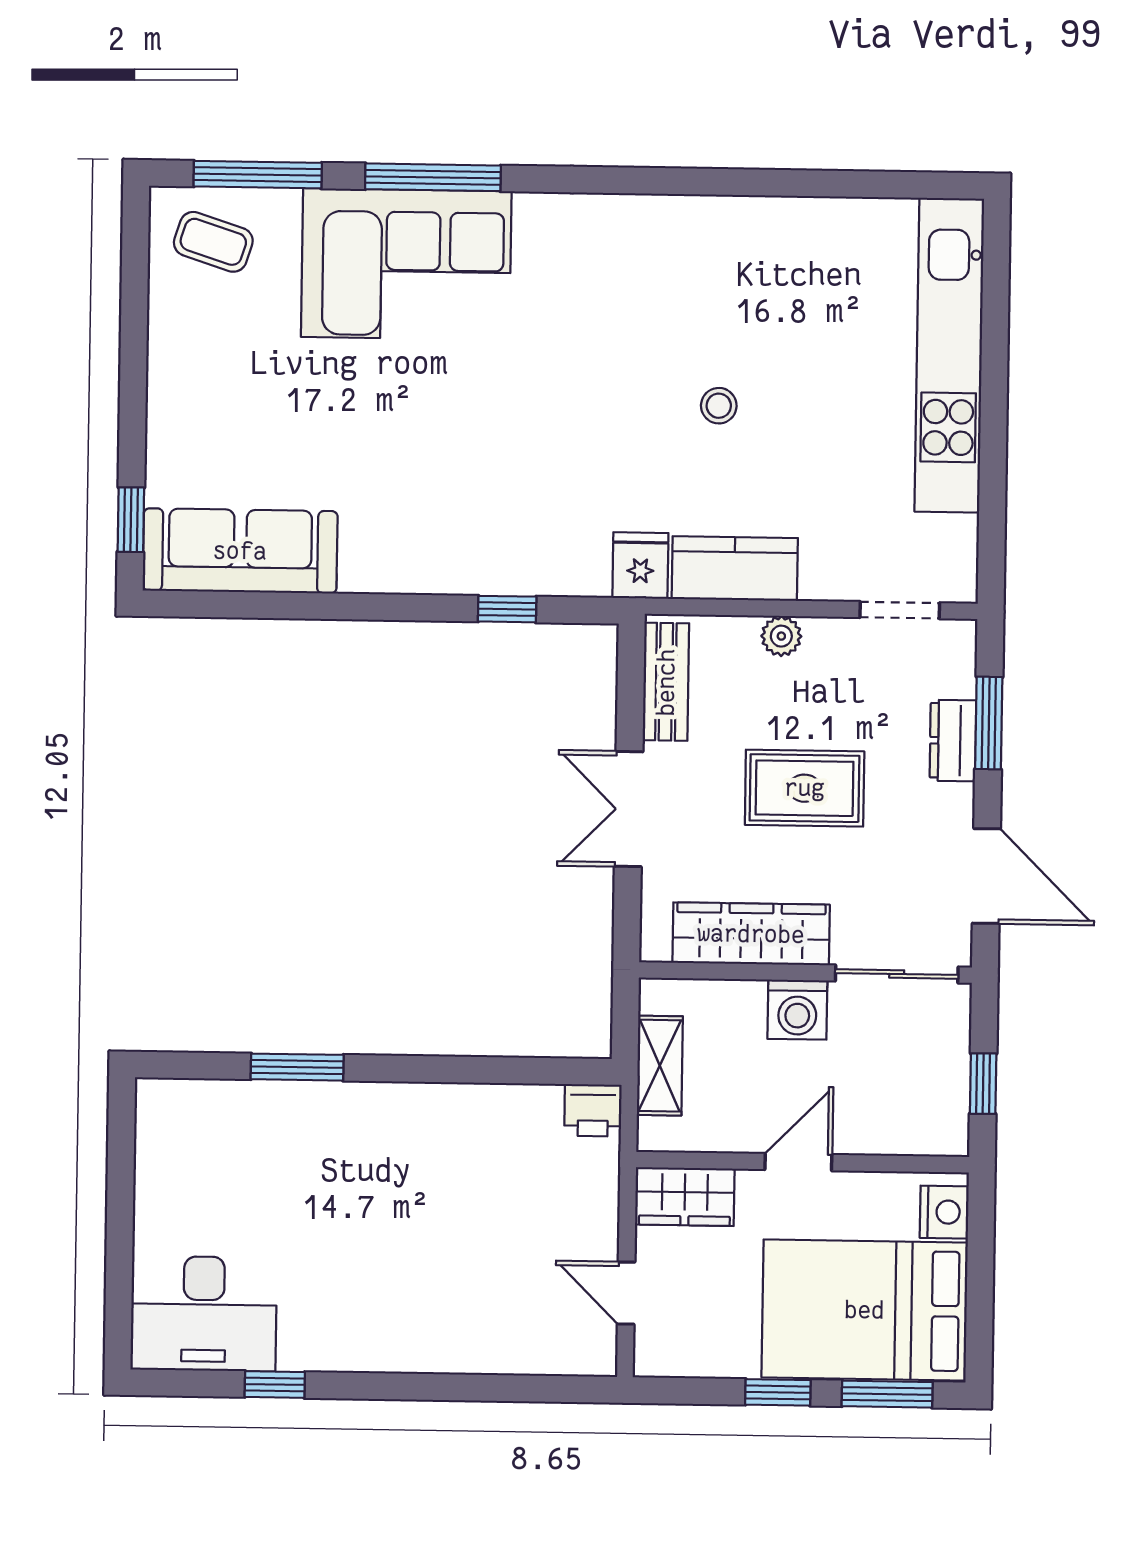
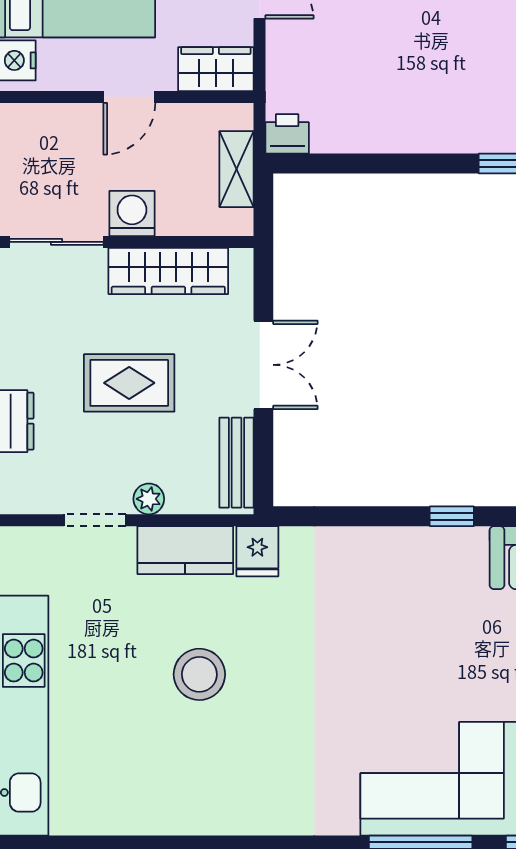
stool: (719, 406) -> (199, 674), width x1.89, depth x1.89
window: (507, 609) -> (452, 516), moved
doorway: (900, 610) -> (95, 520), moved

